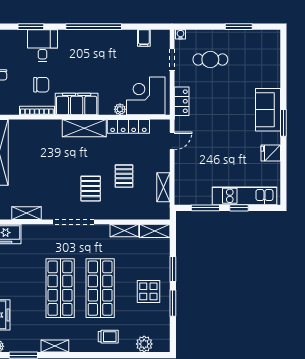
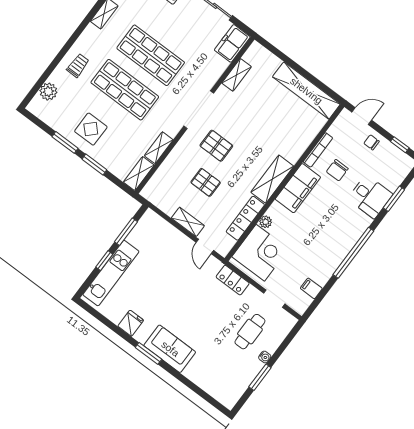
water cooler: (181, 34) -> (265, 357), moved
shelving: (163, 187) -> (188, 222), moved
trolley: (108, 337) -> (78, 65), turned 180

